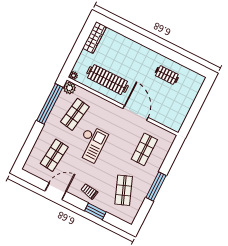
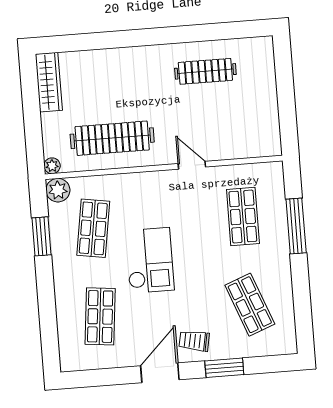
clothes rail: (167, 75) -> (205, 71), width x1.36
window: (50, 104) -> (41, 236), width x0.47
door: (135, 113) -> (192, 165), width x0.53
window: (156, 187) -> (296, 226), moved
door: (56, 191) -> (160, 373), moved

